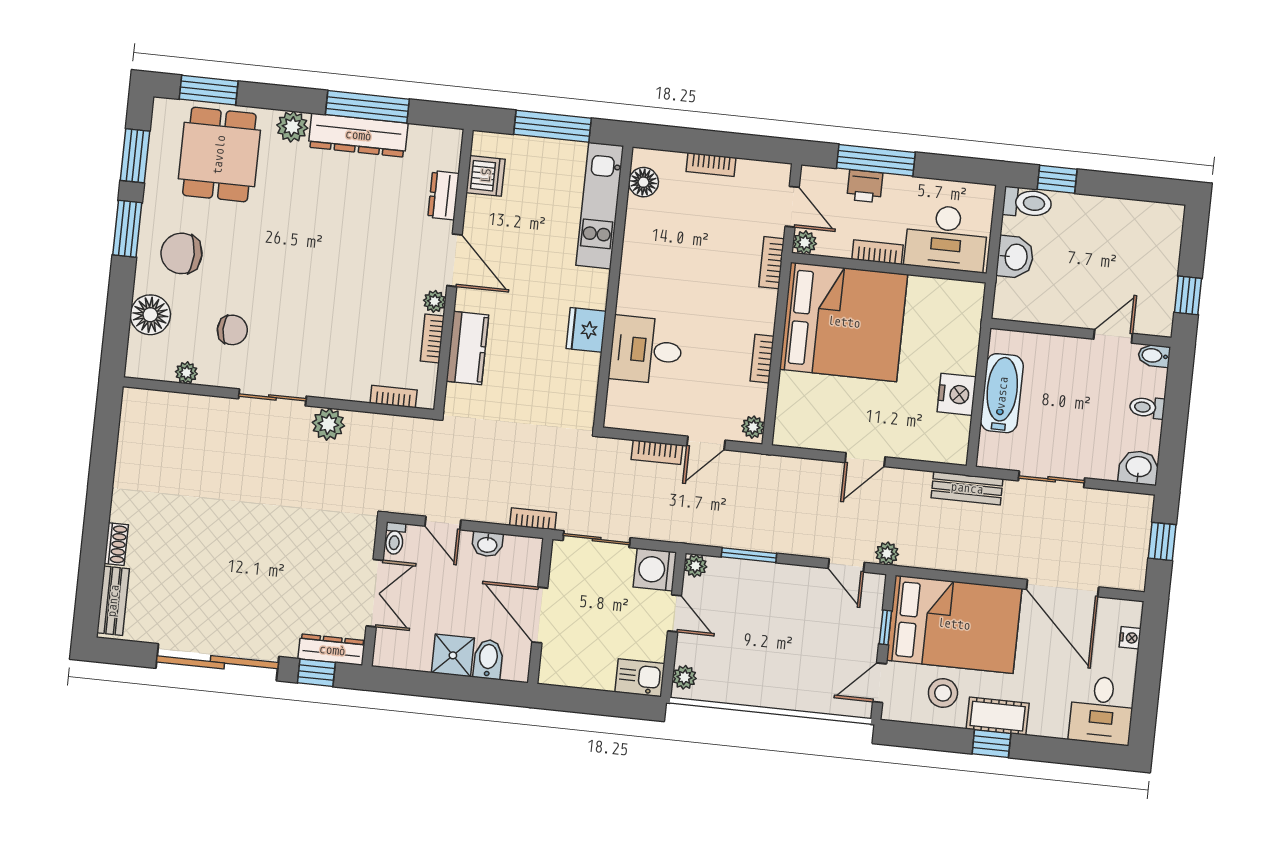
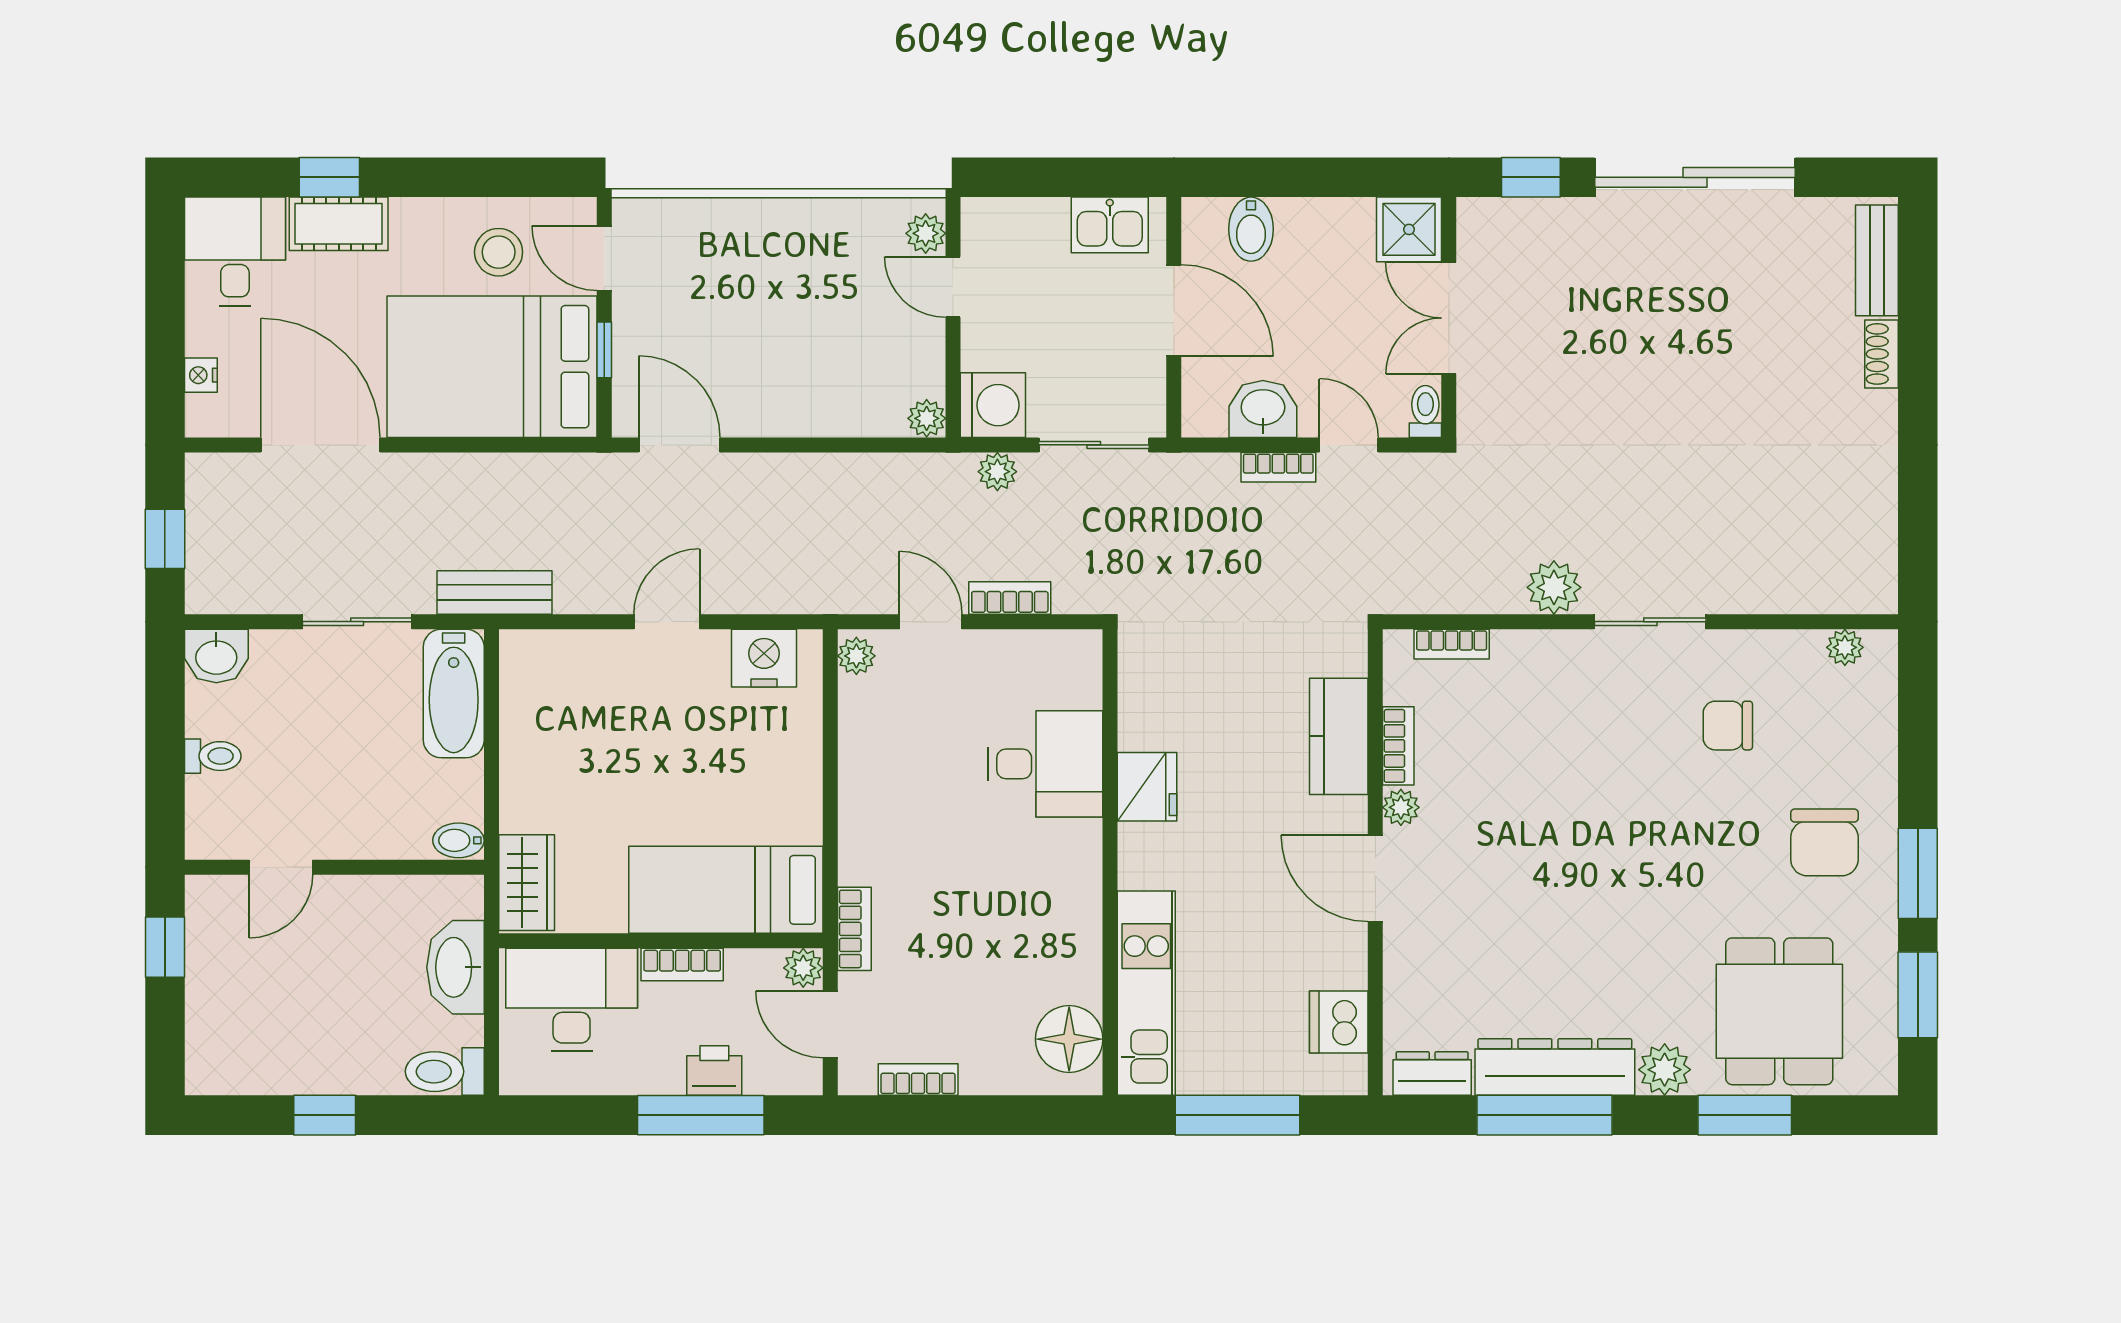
window: (209, 90) -> (1745, 1115), moved
bookcase: (711, 165) -> (918, 1080), moved
window: (1057, 179) -> (325, 1115), moved
floor lamp: (644, 182) -> (1069, 1039), width x1.38, depth x1.38
dresser: (443, 195) -> (1432, 1074), moved, turned -90
chair: (181, 253) -> (1824, 842), turned 90
washbasin: (1015, 257) -> (455, 967), width x1.38
wardrobe: (966, 311) -> (527, 883), added
floor lamp: (150, 315) -> (1865, 736), removed
bed: (844, 322) -> (726, 890), width x0.49
bidet: (1154, 356) -> (458, 840), moved, turned 180
bookcase: (762, 359) -> (853, 770), removed
plant: (186, 373) -> (1845, 647), moved
bathtub: (1002, 393) -> (454, 693), moved
nightstand: (957, 394) -> (764, 658), moved, turned 90
door: (706, 443) -> (931, 622), hinge flipped
bookcase: (533, 519) -> (1278, 467), moved
washbasin: (487, 544) -> (1263, 409), width x1.38, depth x1.45
plant: (887, 553) -> (997, 472), moved
window: (749, 555) -> (841, 445), removed
door: (846, 565) -> (679, 445), width x1.38
door: (675, 613) -> (953, 287), moved
dresser: (332, 650) -> (1510, 218), removed
shower: (453, 655) -> (1409, 229), moved
kitchen sink: (640, 678) -> (1110, 225), moved
door: (880, 683) -> (604, 258), swing flipped
cot: (998, 716) -> (339, 224), moved
window: (991, 744) -> (329, 177), moved

